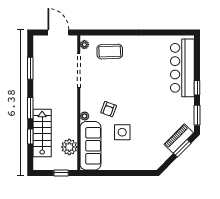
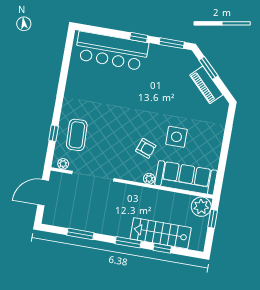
window: (108, 33) -> (54, 133), added
piano: (179, 139) -> (206, 85), moved
plant: (69, 147) -> (201, 207), moved

